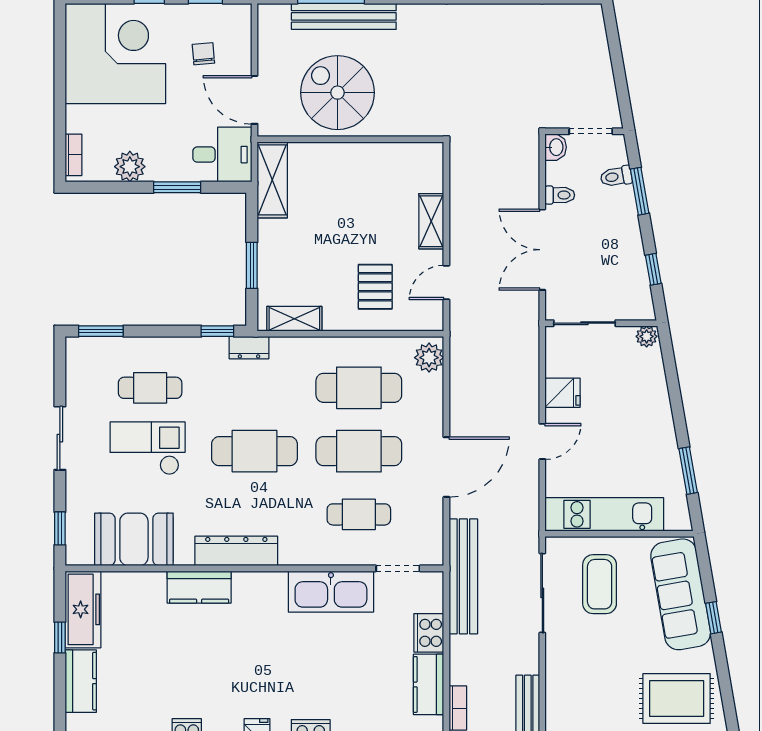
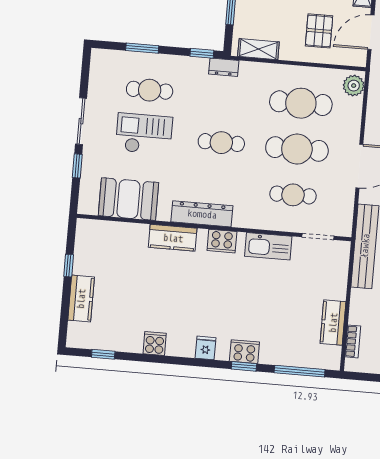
door: (446, 282) -> (371, 32), width x1.38
window: (101, 331) -> (142, 48), moved
cafe table: (254, 451) -> (221, 143), width x0.73, depth x0.74
window: (60, 528) -> (77, 166), moved
kitchen sink: (331, 592) -> (268, 246), width x0.73, depth x0.81
freezer: (83, 609) -> (87, 247), removed
cooker: (429, 633) -> (222, 241), moved, turned -90

